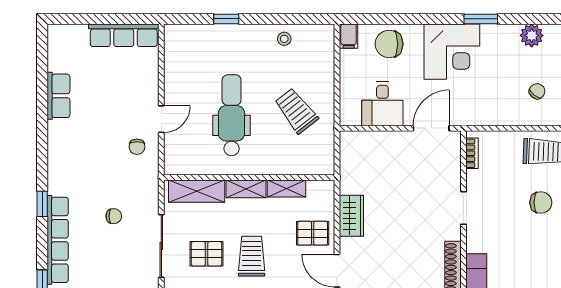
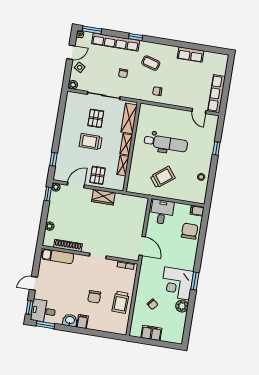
corner desk: (452, 52) -> (177, 283), moved
desk: (382, 104) -> (162, 212), moved, turned 90
door: (161, 119) -> (199, 111), moved
coffee table: (86, 167) -> (151, 63), added
trolley: (252, 256) -> (91, 142), turned 180

